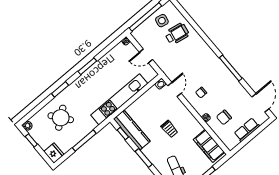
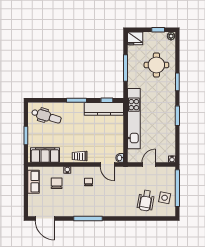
round table: (61, 118) -> (156, 65), turned 38
trolley: (169, 129) -> (80, 156), moved
row of seats: (247, 130) -> (34, 182), moved

